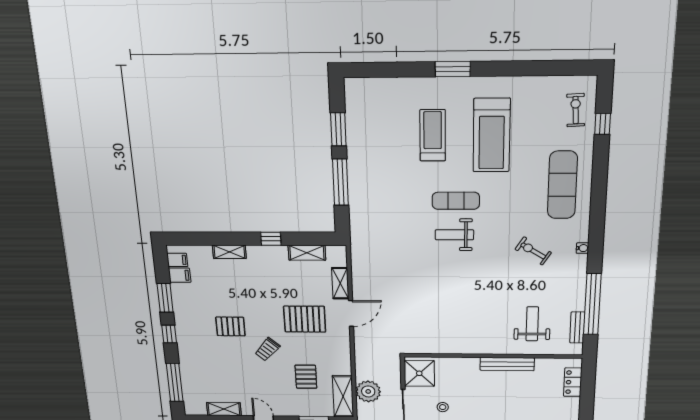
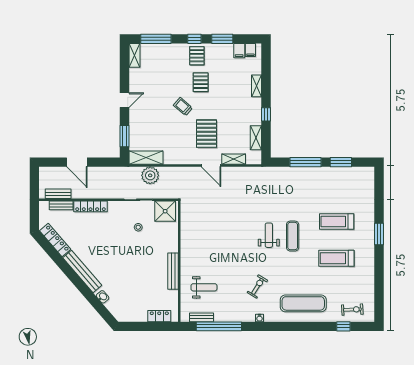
treadmill: (433, 135) -> (337, 221), turned 180
treadmill: (492, 135) -> (336, 258), width x0.73, depth x0.73
pallet: (306, 377) -> (197, 56), moved, turned 90
shelving: (224, 409) -> (134, 55), moved

